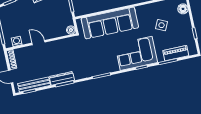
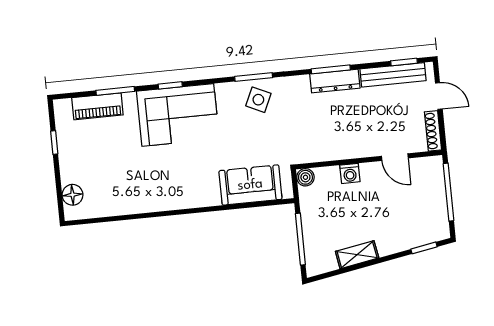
sofa: (110, 23) -> (250, 185), width x0.54, depth x0.79
side table: (162, 25) -> (258, 100), moved
washing machine: (17, 41) -> (350, 173), moved
door: (38, 43) -> (395, 157), moved

